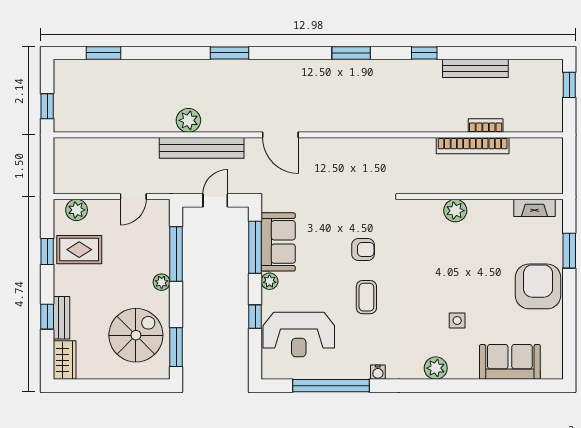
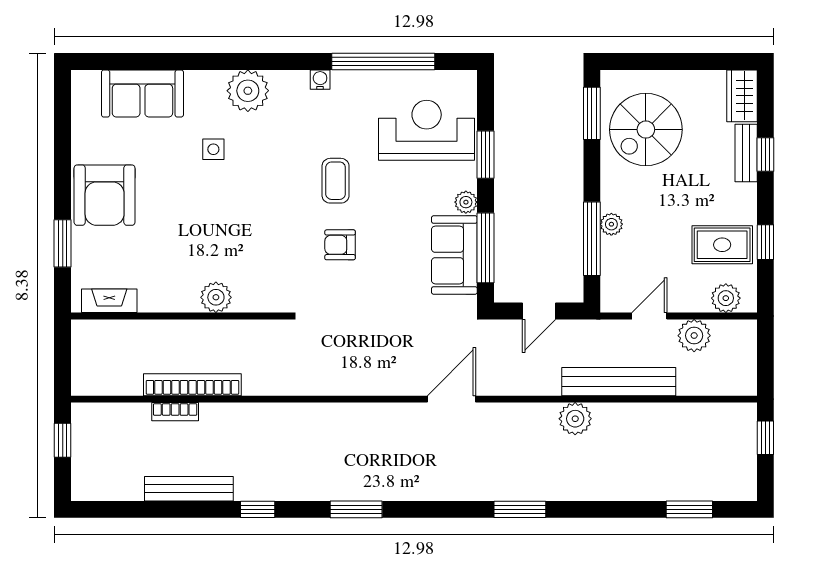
window: (569, 85) -> (63, 440), moved
door: (280, 135) -> (451, 399), hinge flipped
bench: (202, 148) -> (619, 382), moved
plant: (100, 182) -> (694, 336), added
plant: (162, 282) -> (611, 224), moved
window: (255, 317) -> (485, 155), width x1.50
plant: (436, 368) -> (248, 91), width x1.36, depth x1.36

